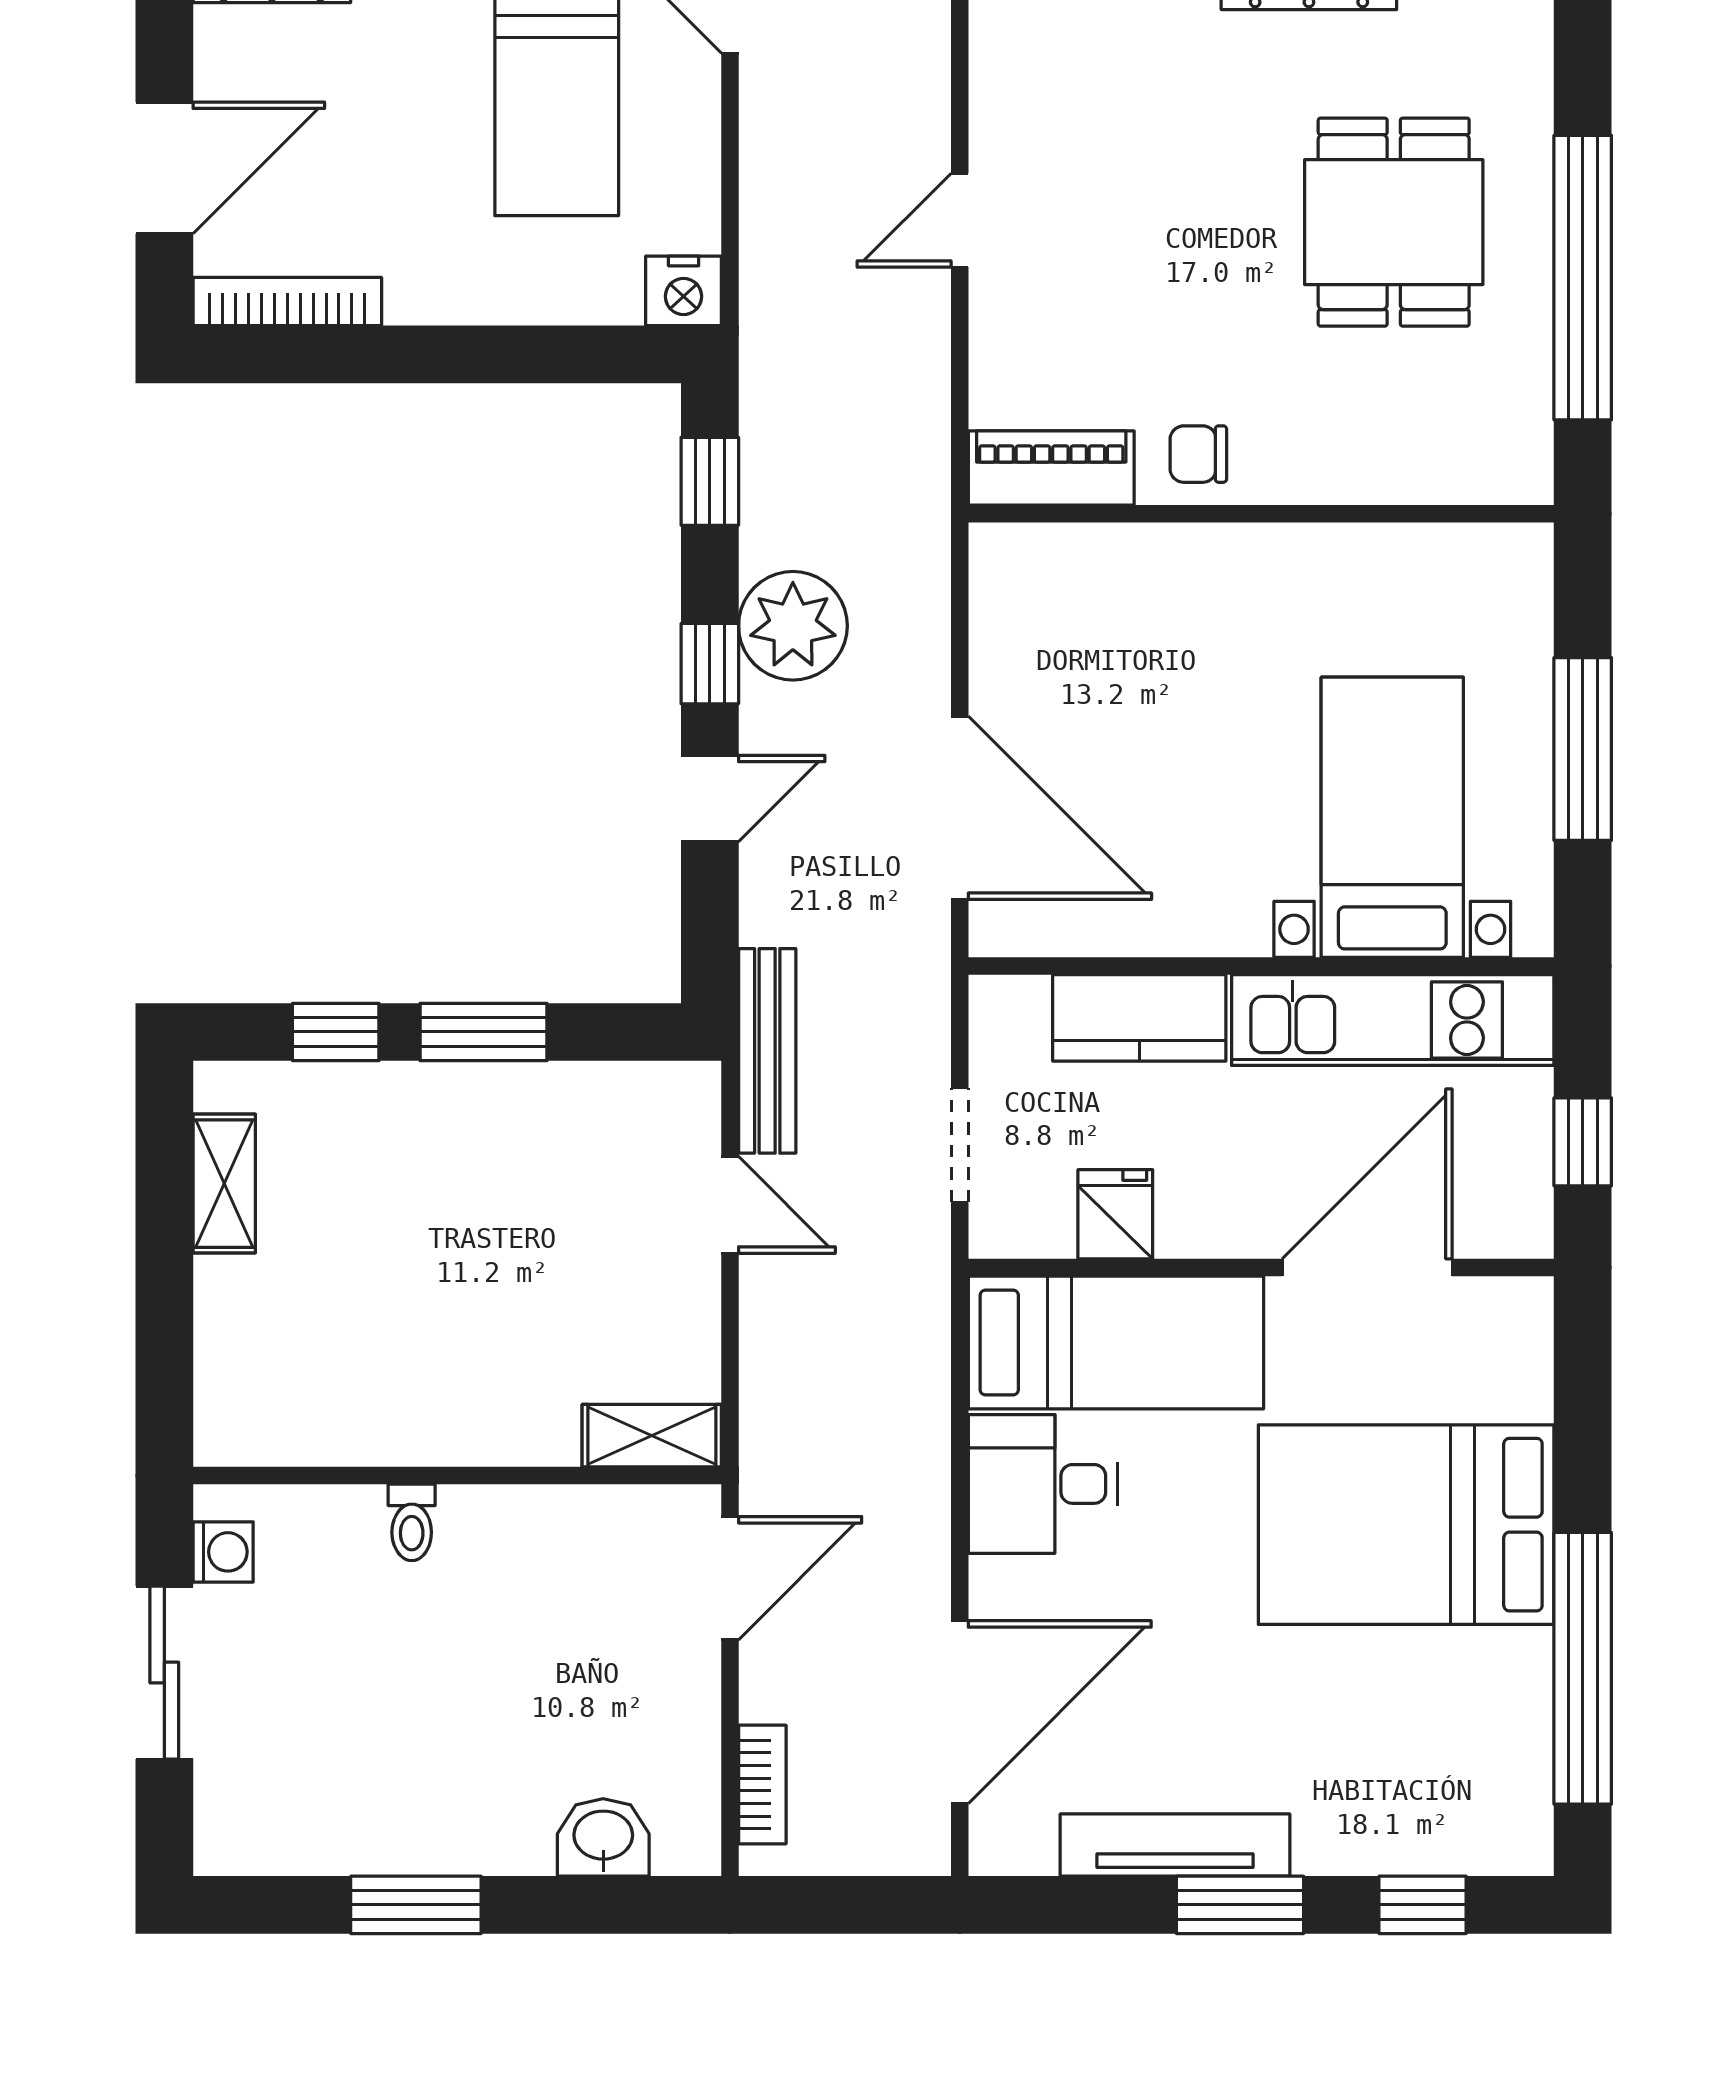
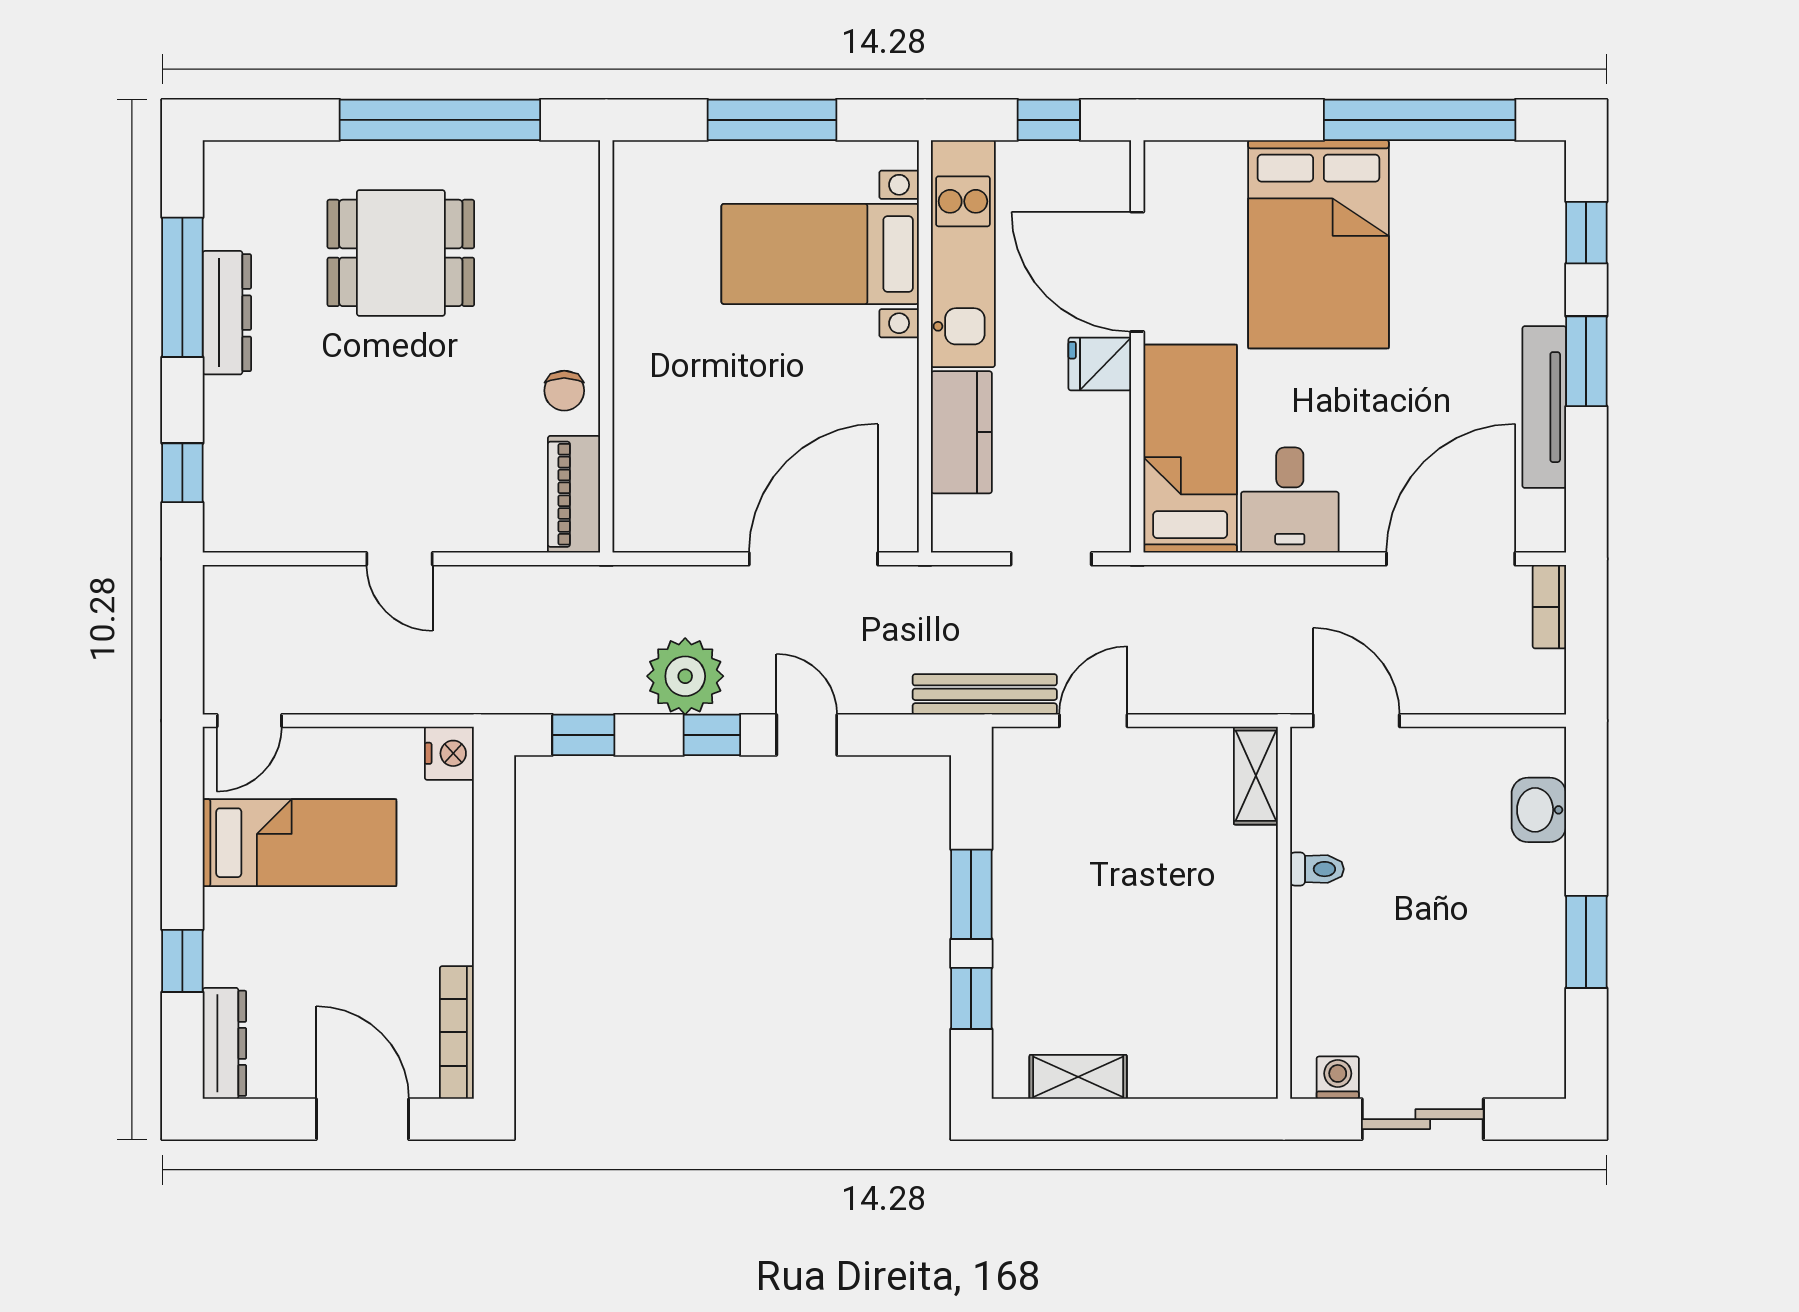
fridge: (1115, 1214) -> (1100, 364), moved
toilet: (412, 1522) -> (1317, 869), moved
door: (960, 1712) -> (1451, 559), hinge flipped
bookcase: (762, 1785) -> (1549, 607), moved, turned -90

